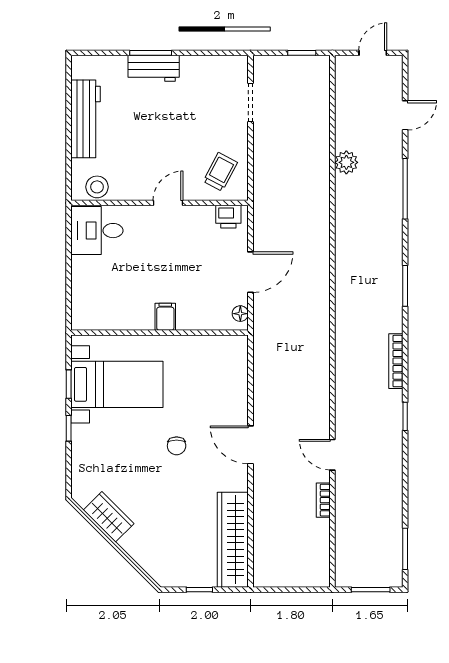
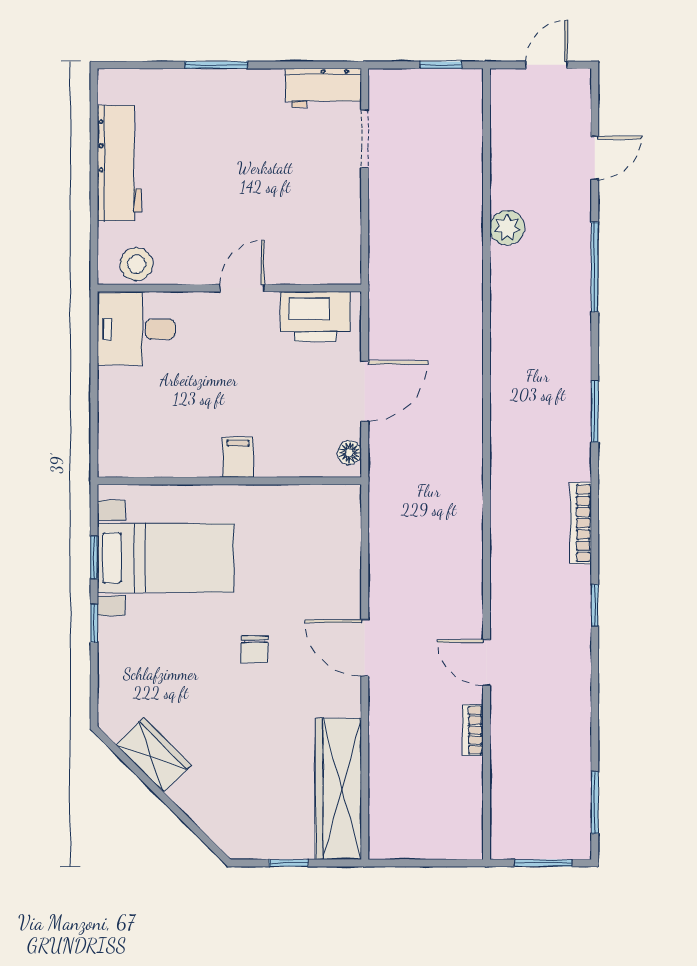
workbench: (154, 68) -> (323, 88), moved
trolley: (220, 172) -> (320, 242), removed
printer: (228, 217) -> (315, 317), width x1.87, depth x1.48

